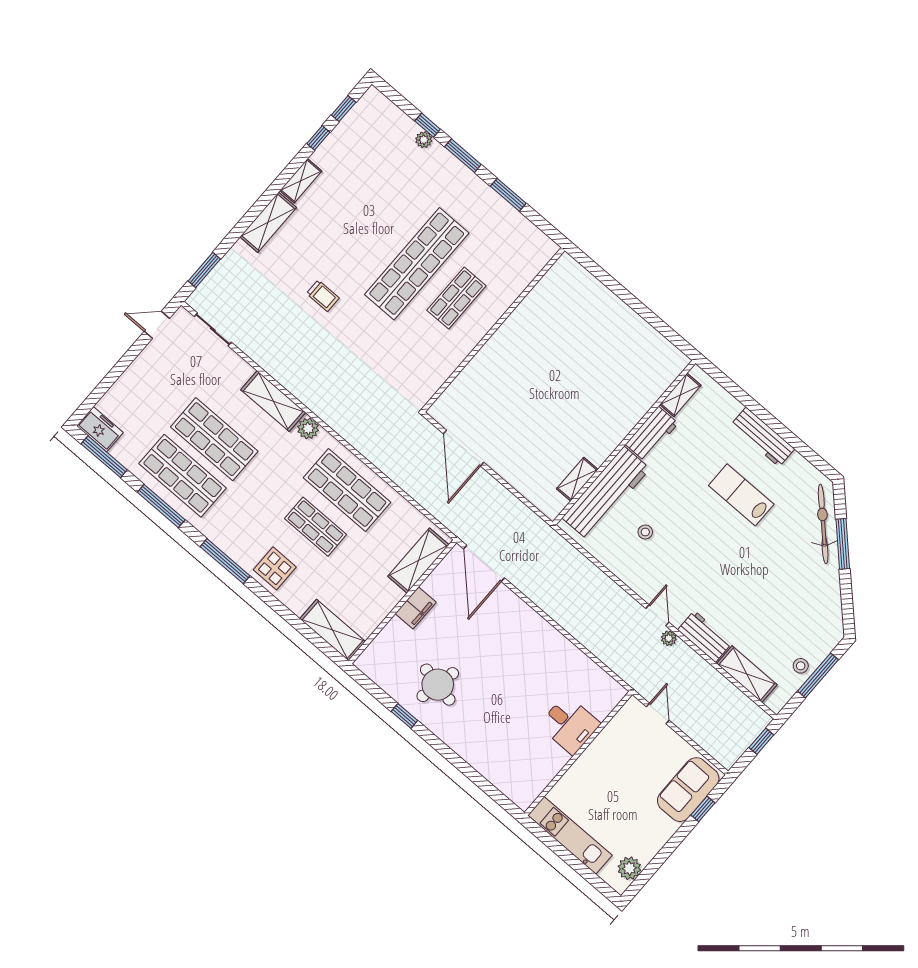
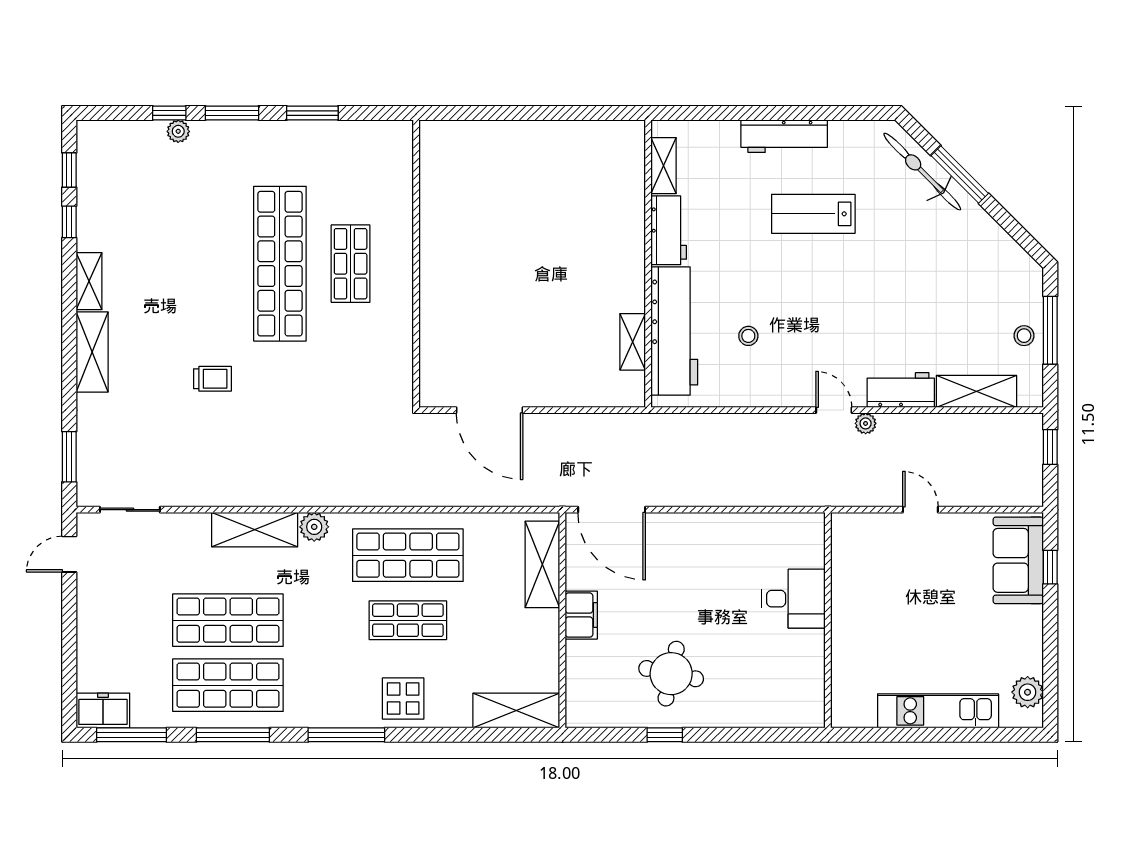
desk: (569, 725) -> (793, 599), moved
wall: (578, 753) -> (828, 620), moved

